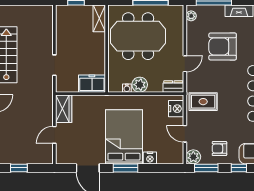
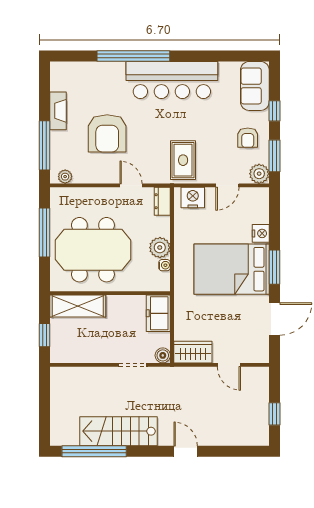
shelving: (99, 18) -> (78, 306), width x1.50, depth x1.33
meeting table: (138, 36) -> (93, 250), turned 90
boiler: (61, 87) -> (163, 355), added

